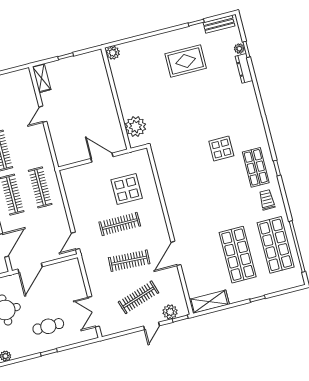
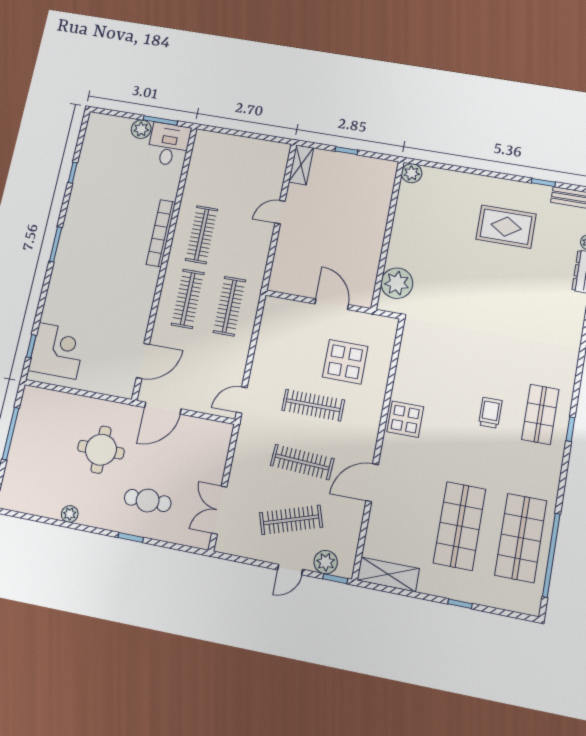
display table: (221, 149) -> (405, 419), moved
trolley: (267, 200) -> (490, 413), moved

